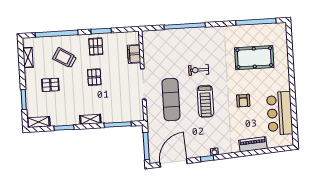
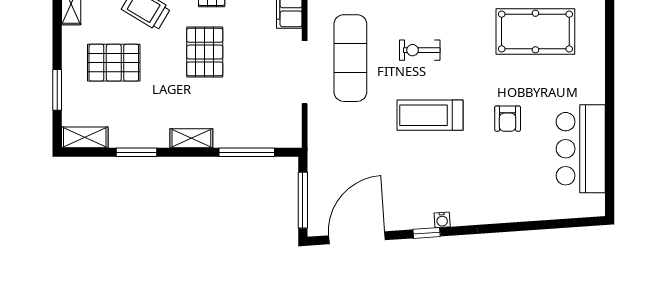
pallet: (94, 77) -> (205, 52), width x1.50, depth x1.42
pallet: (50, 85) -> (114, 63), width x1.50, depth x1.42
exercise mat: (171, 100) -> (350, 58), moved
treadmill: (205, 101) -> (430, 115), turned 90
piano: (253, 144) -> (522, 209), removed

